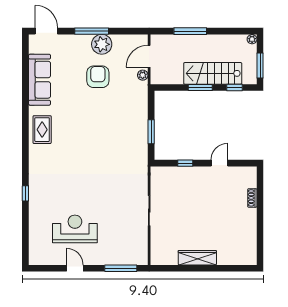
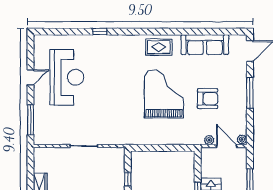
plant: (102, 44) -> (242, 139), moved, width x0.53, depth x0.53
grand piano: (93, 124) -> (164, 94), added
window: (151, 132) -> (157, 148), removed
reception desk: (75, 229) -> (67, 77), width x1.36, depth x1.30

